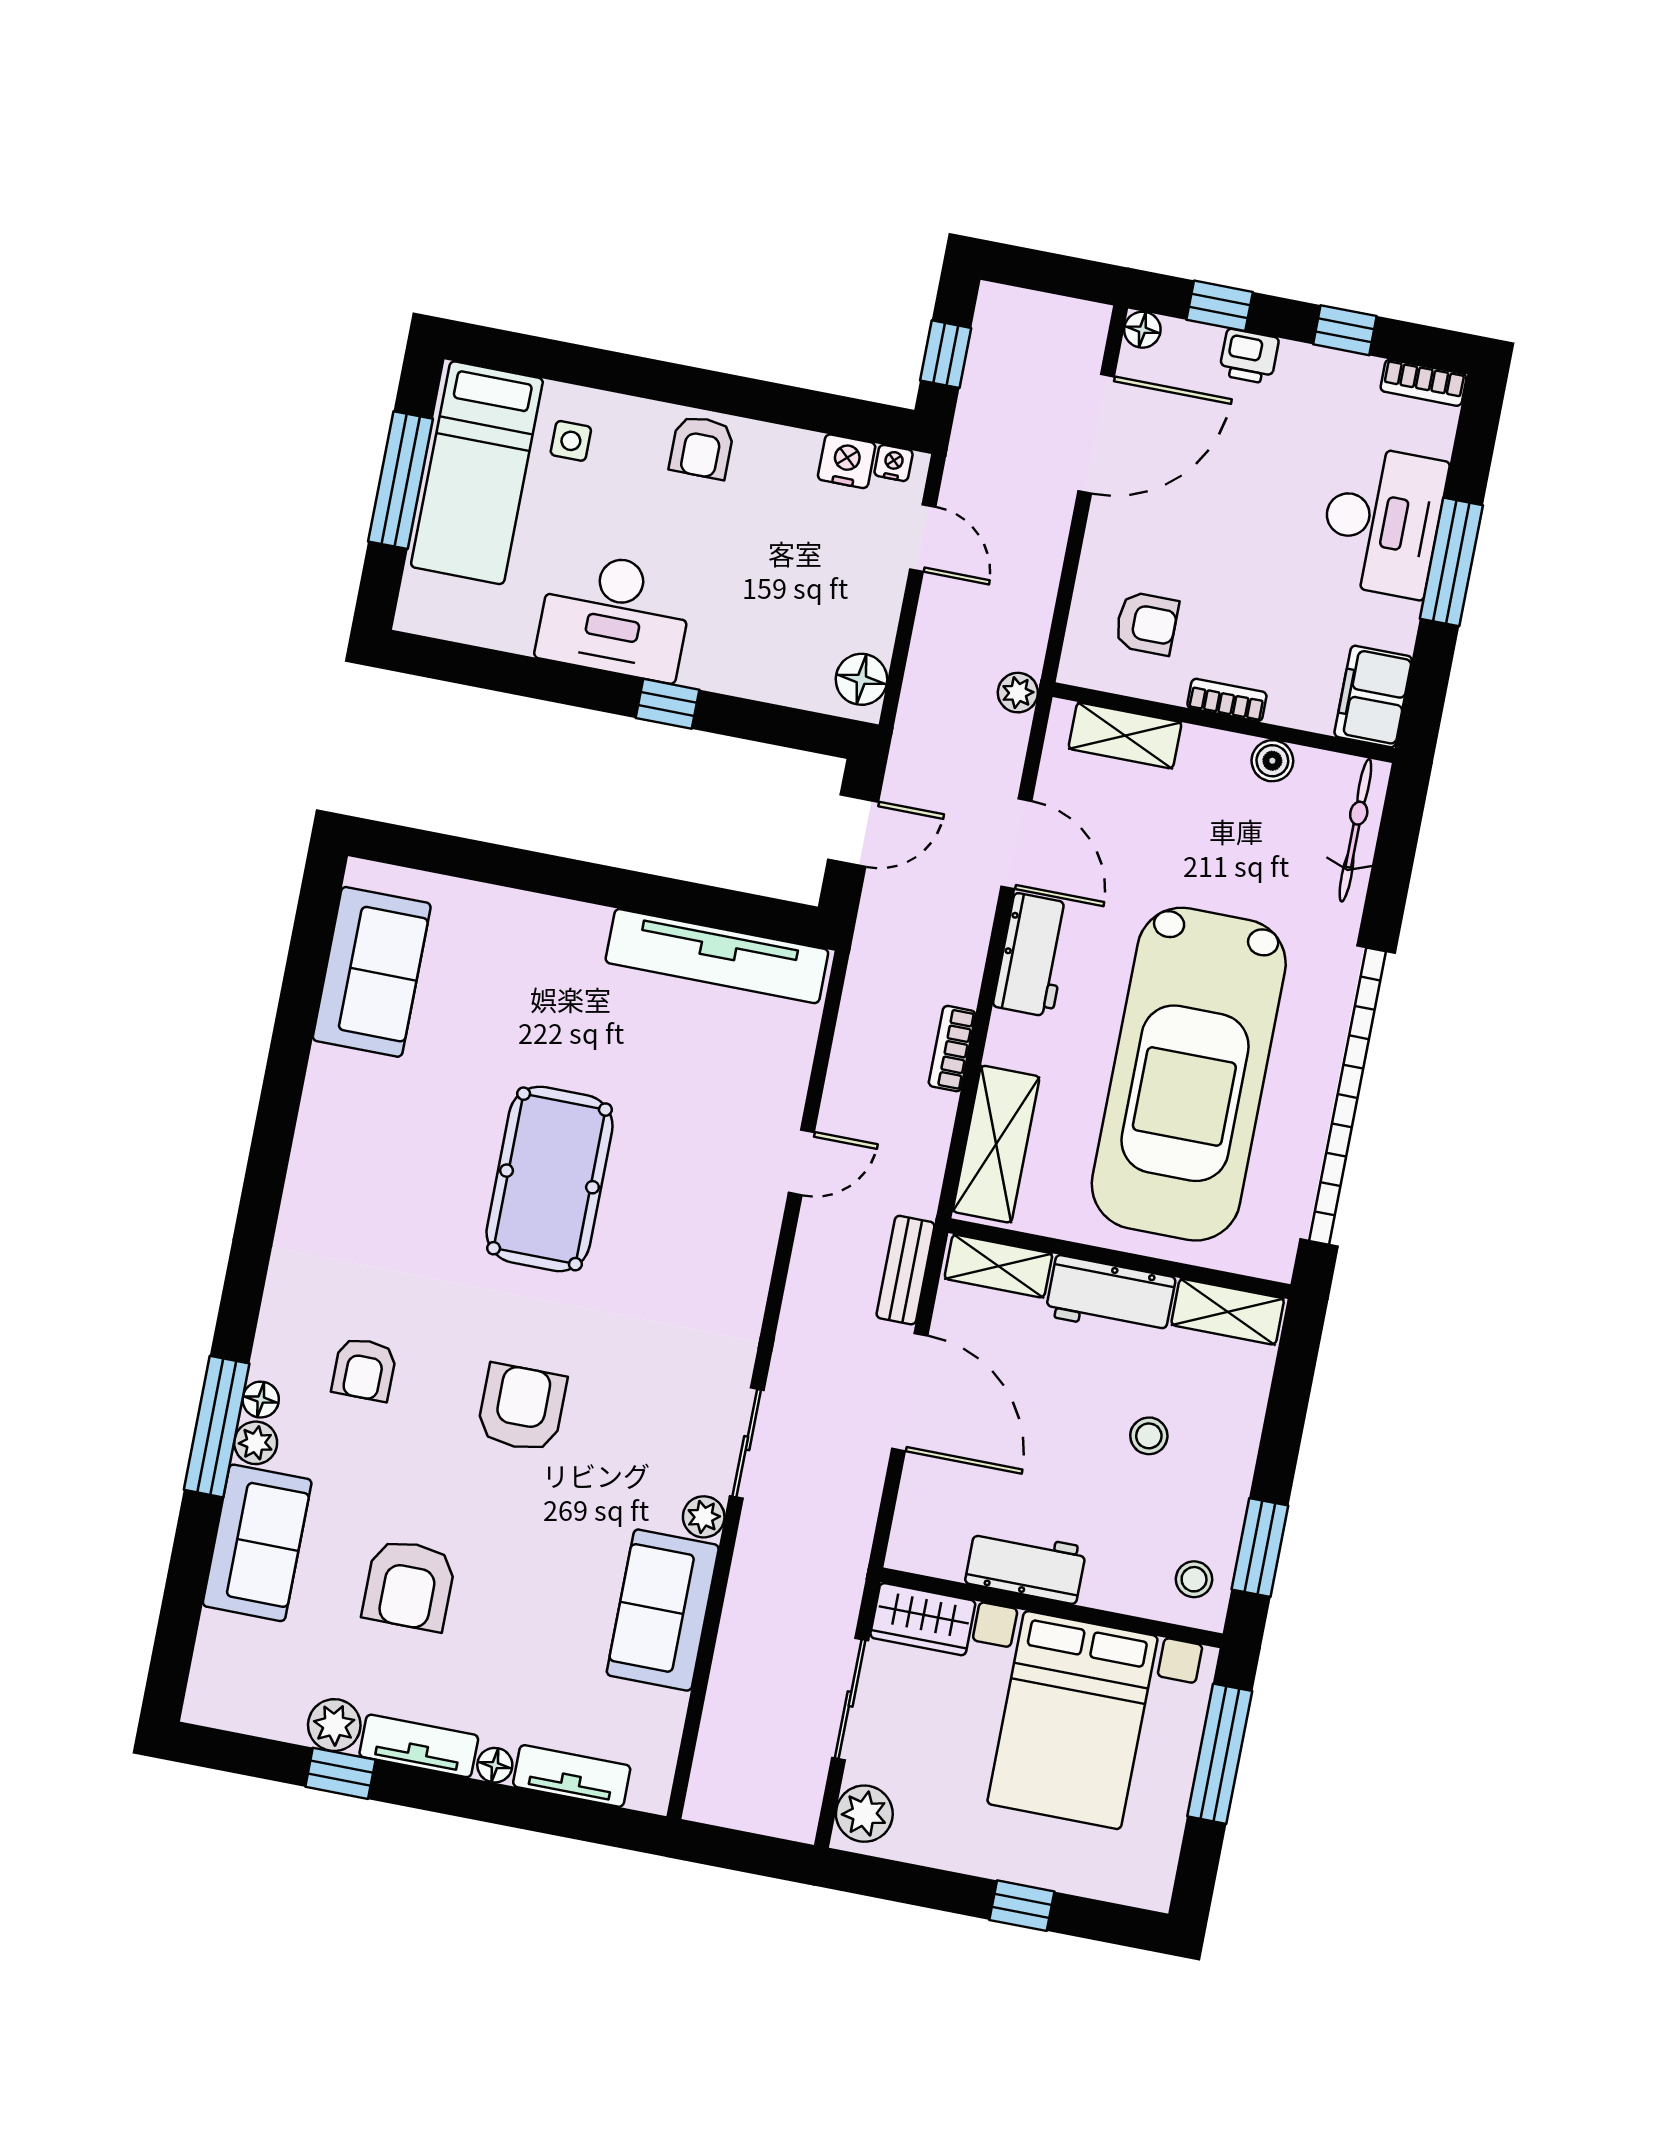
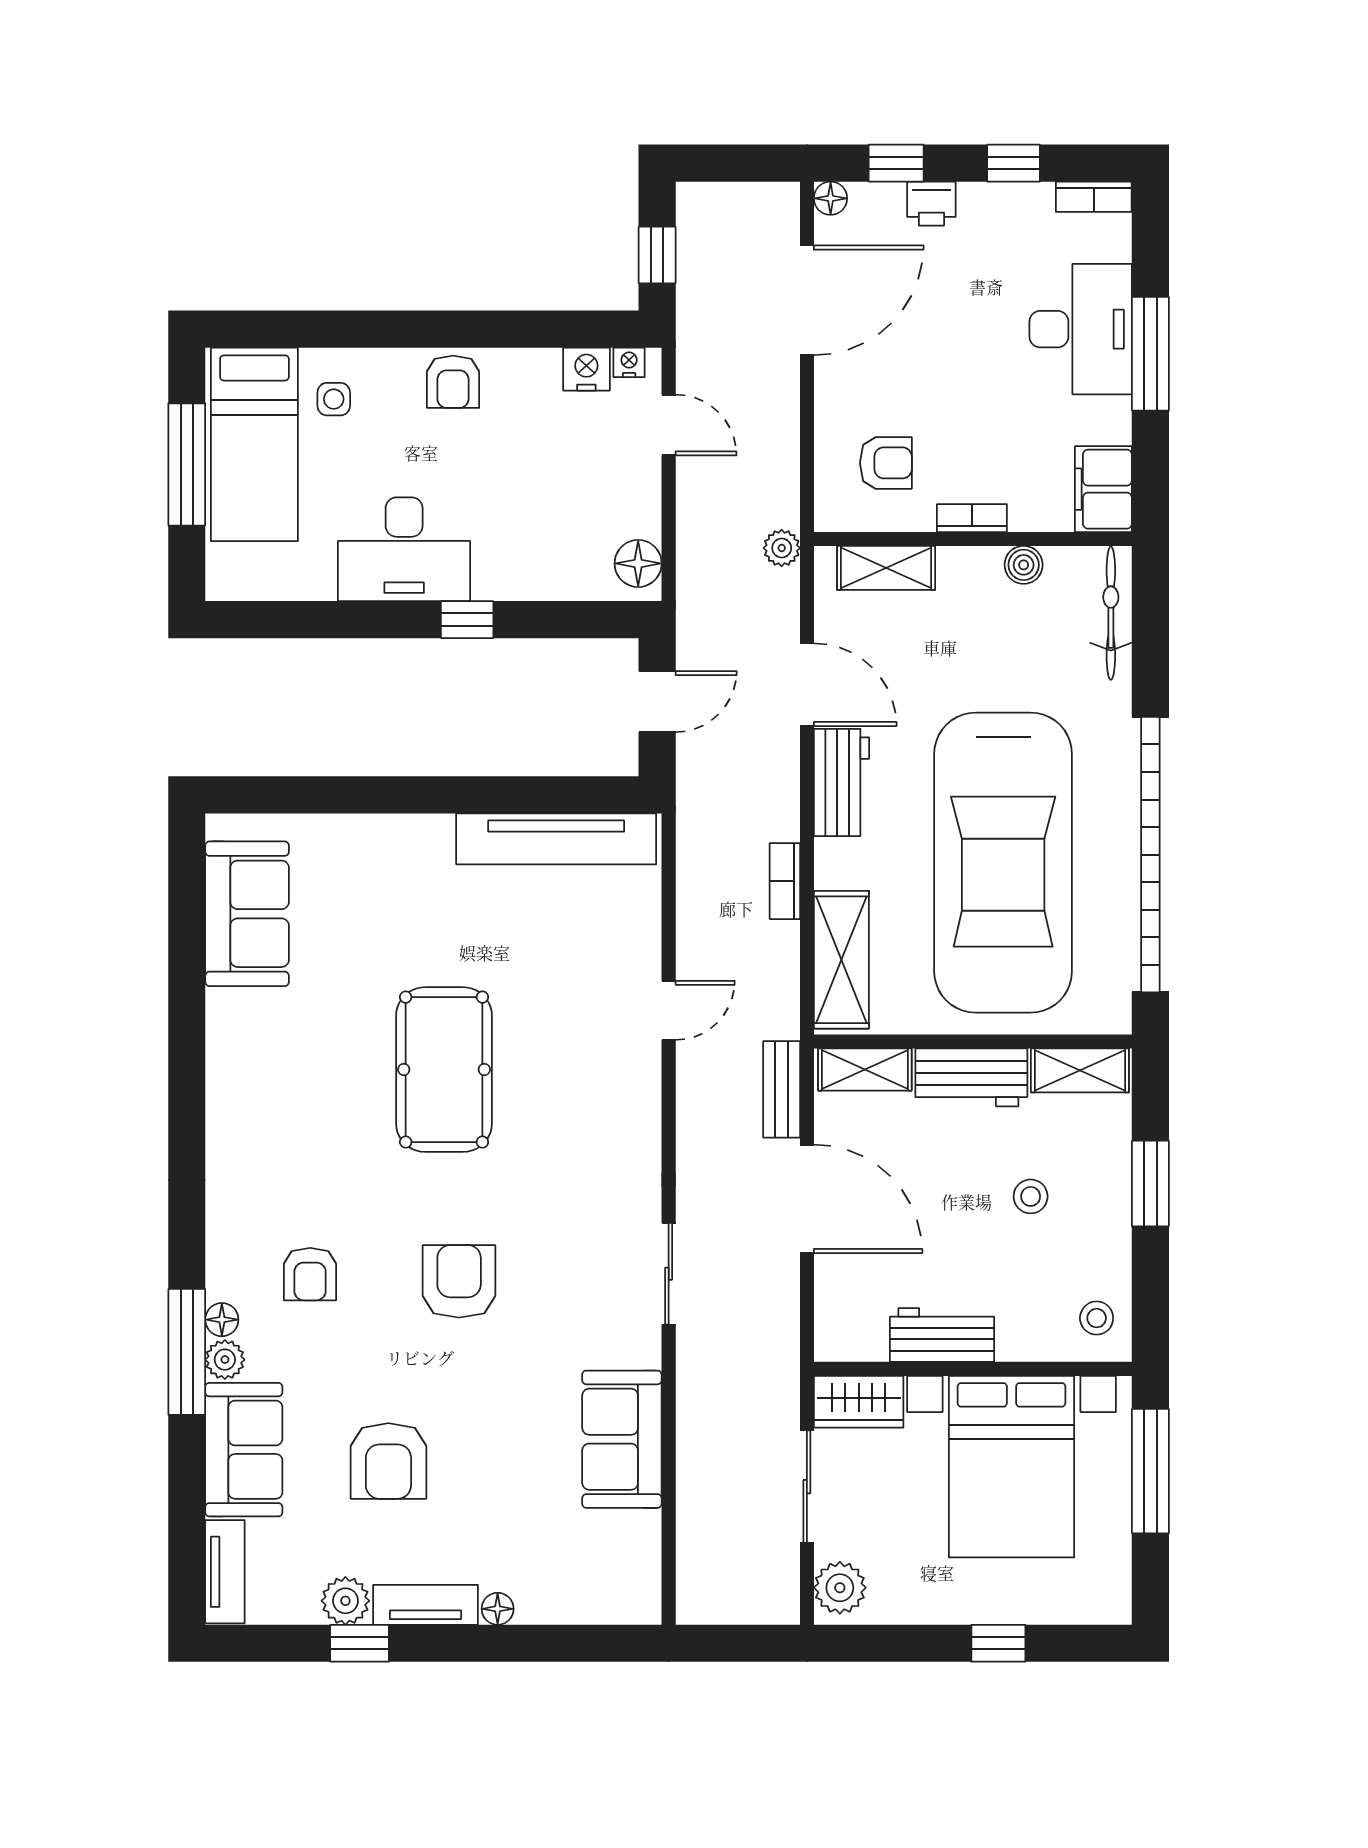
plant: (704, 1517) -> (643, 1348), removed
window: (1260, 1547) -> (1150, 1183), moved
tv unit: (572, 1776) -> (225, 1572), moved, turned 90

